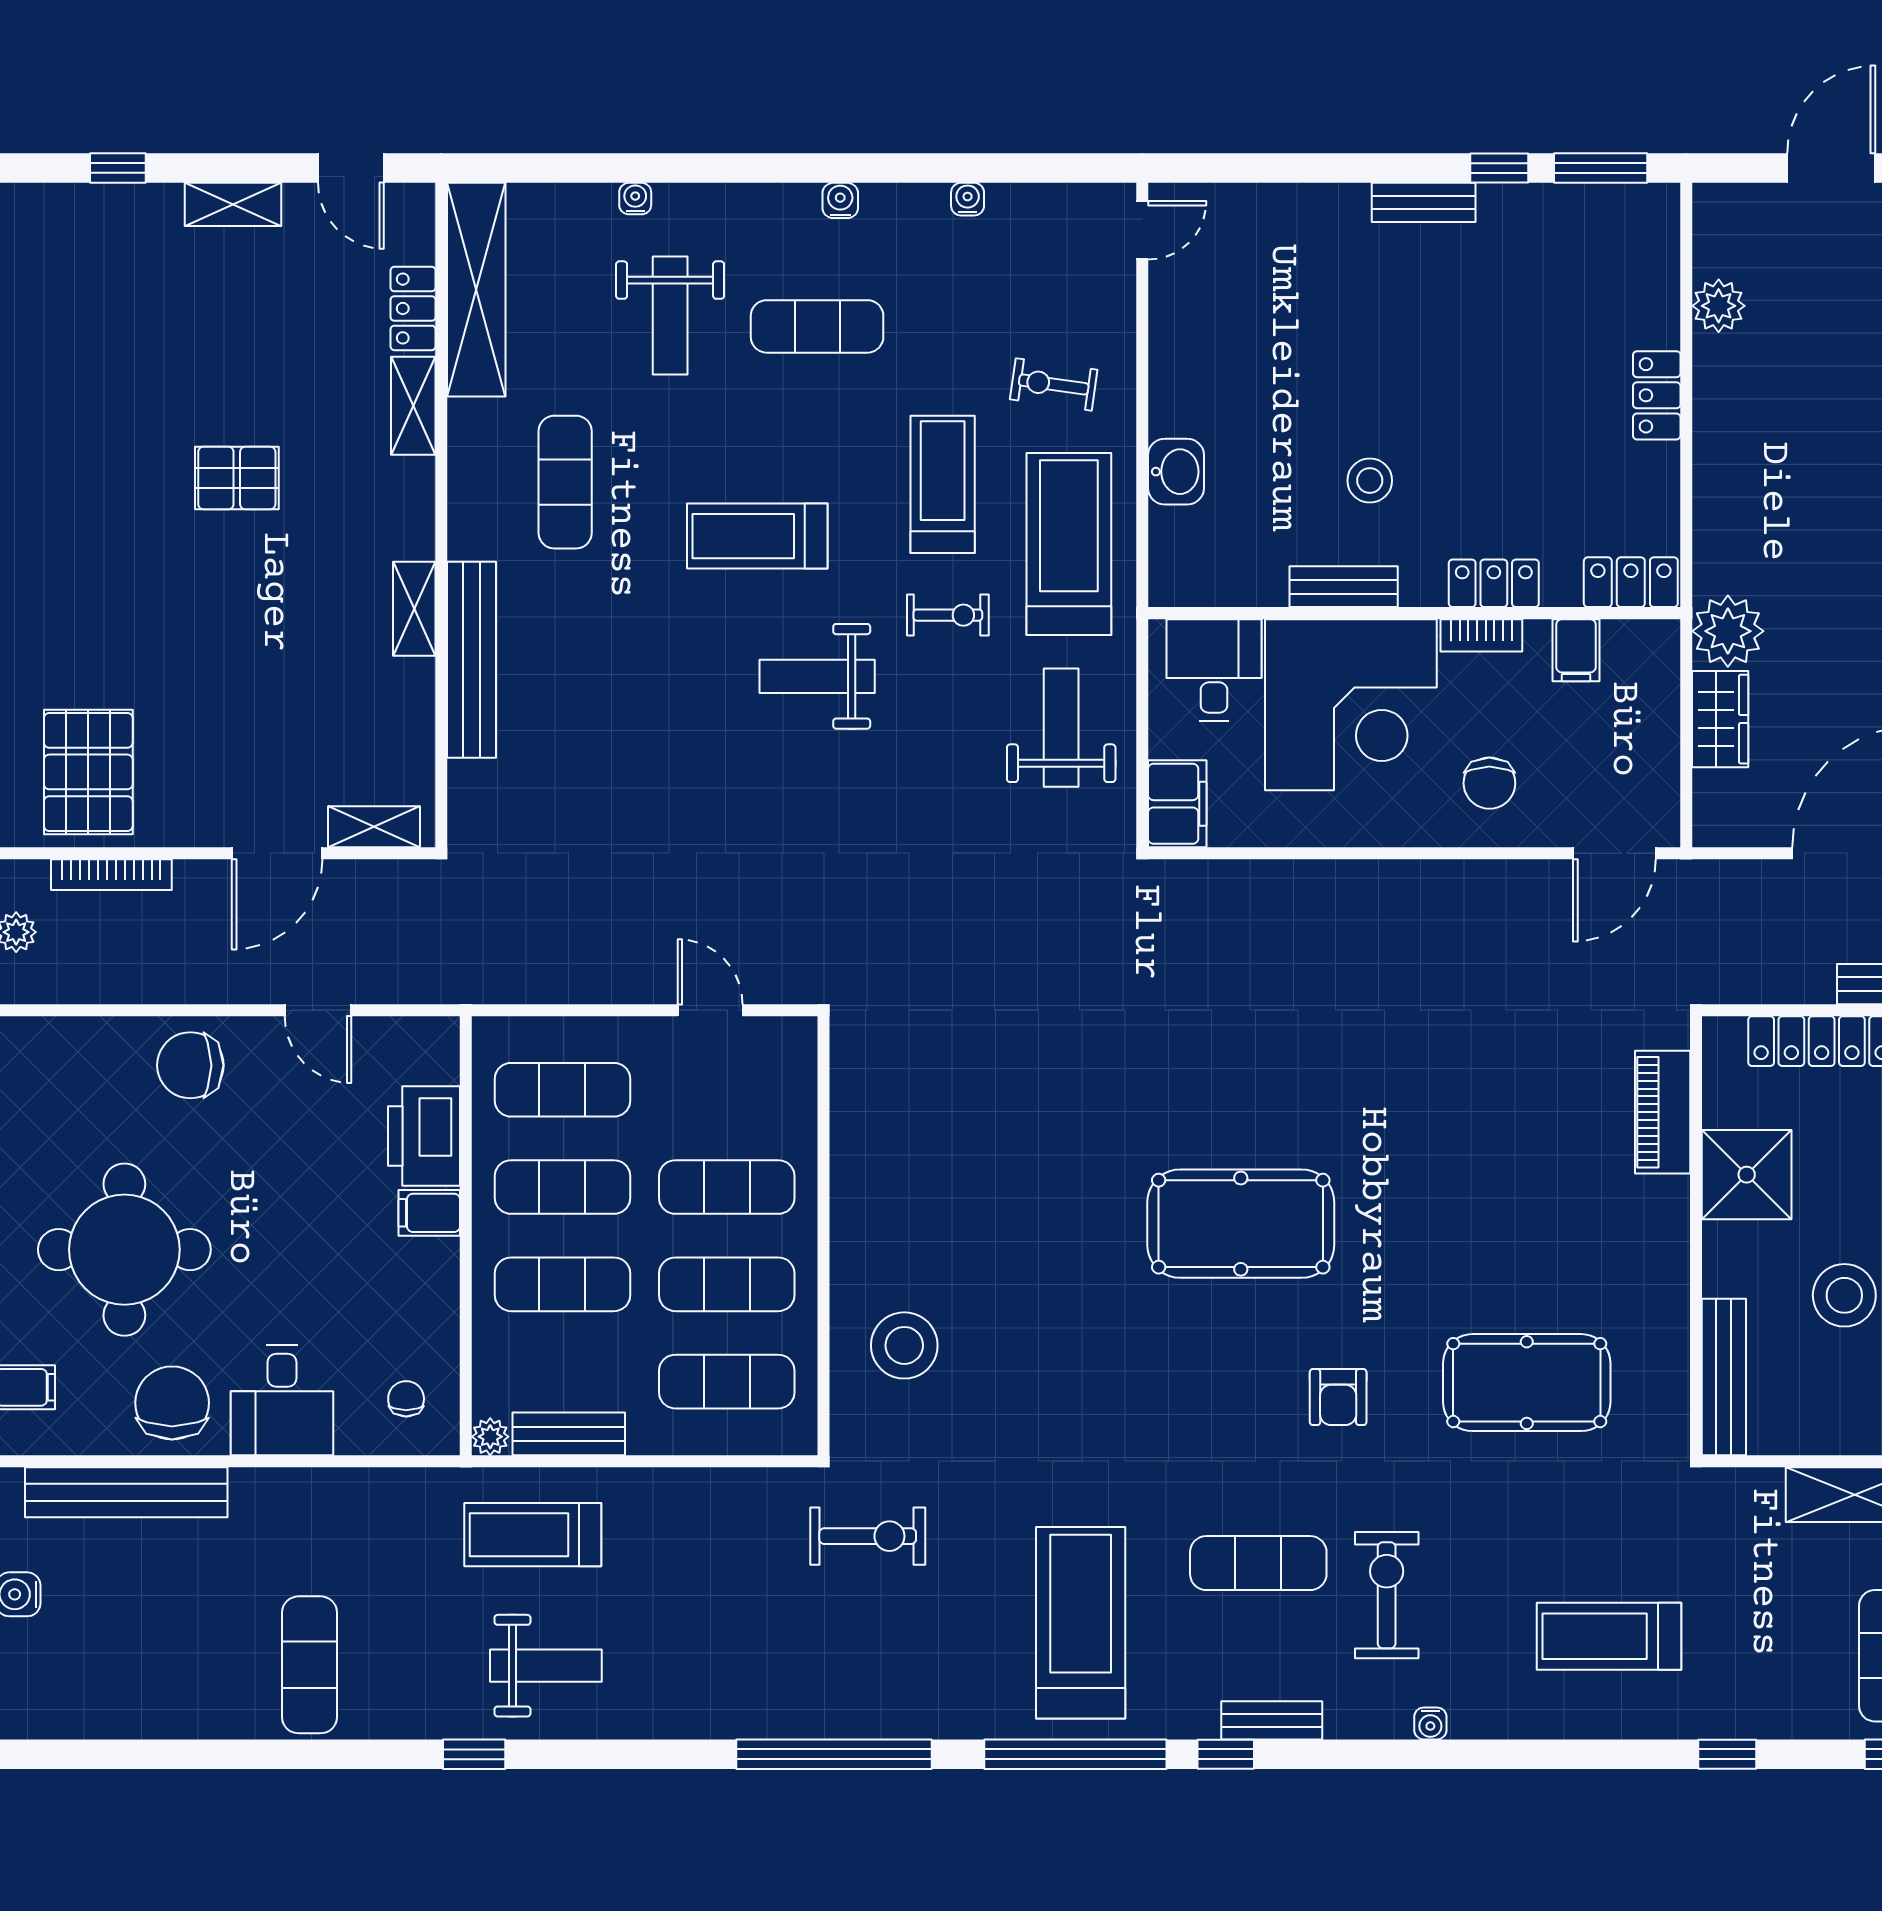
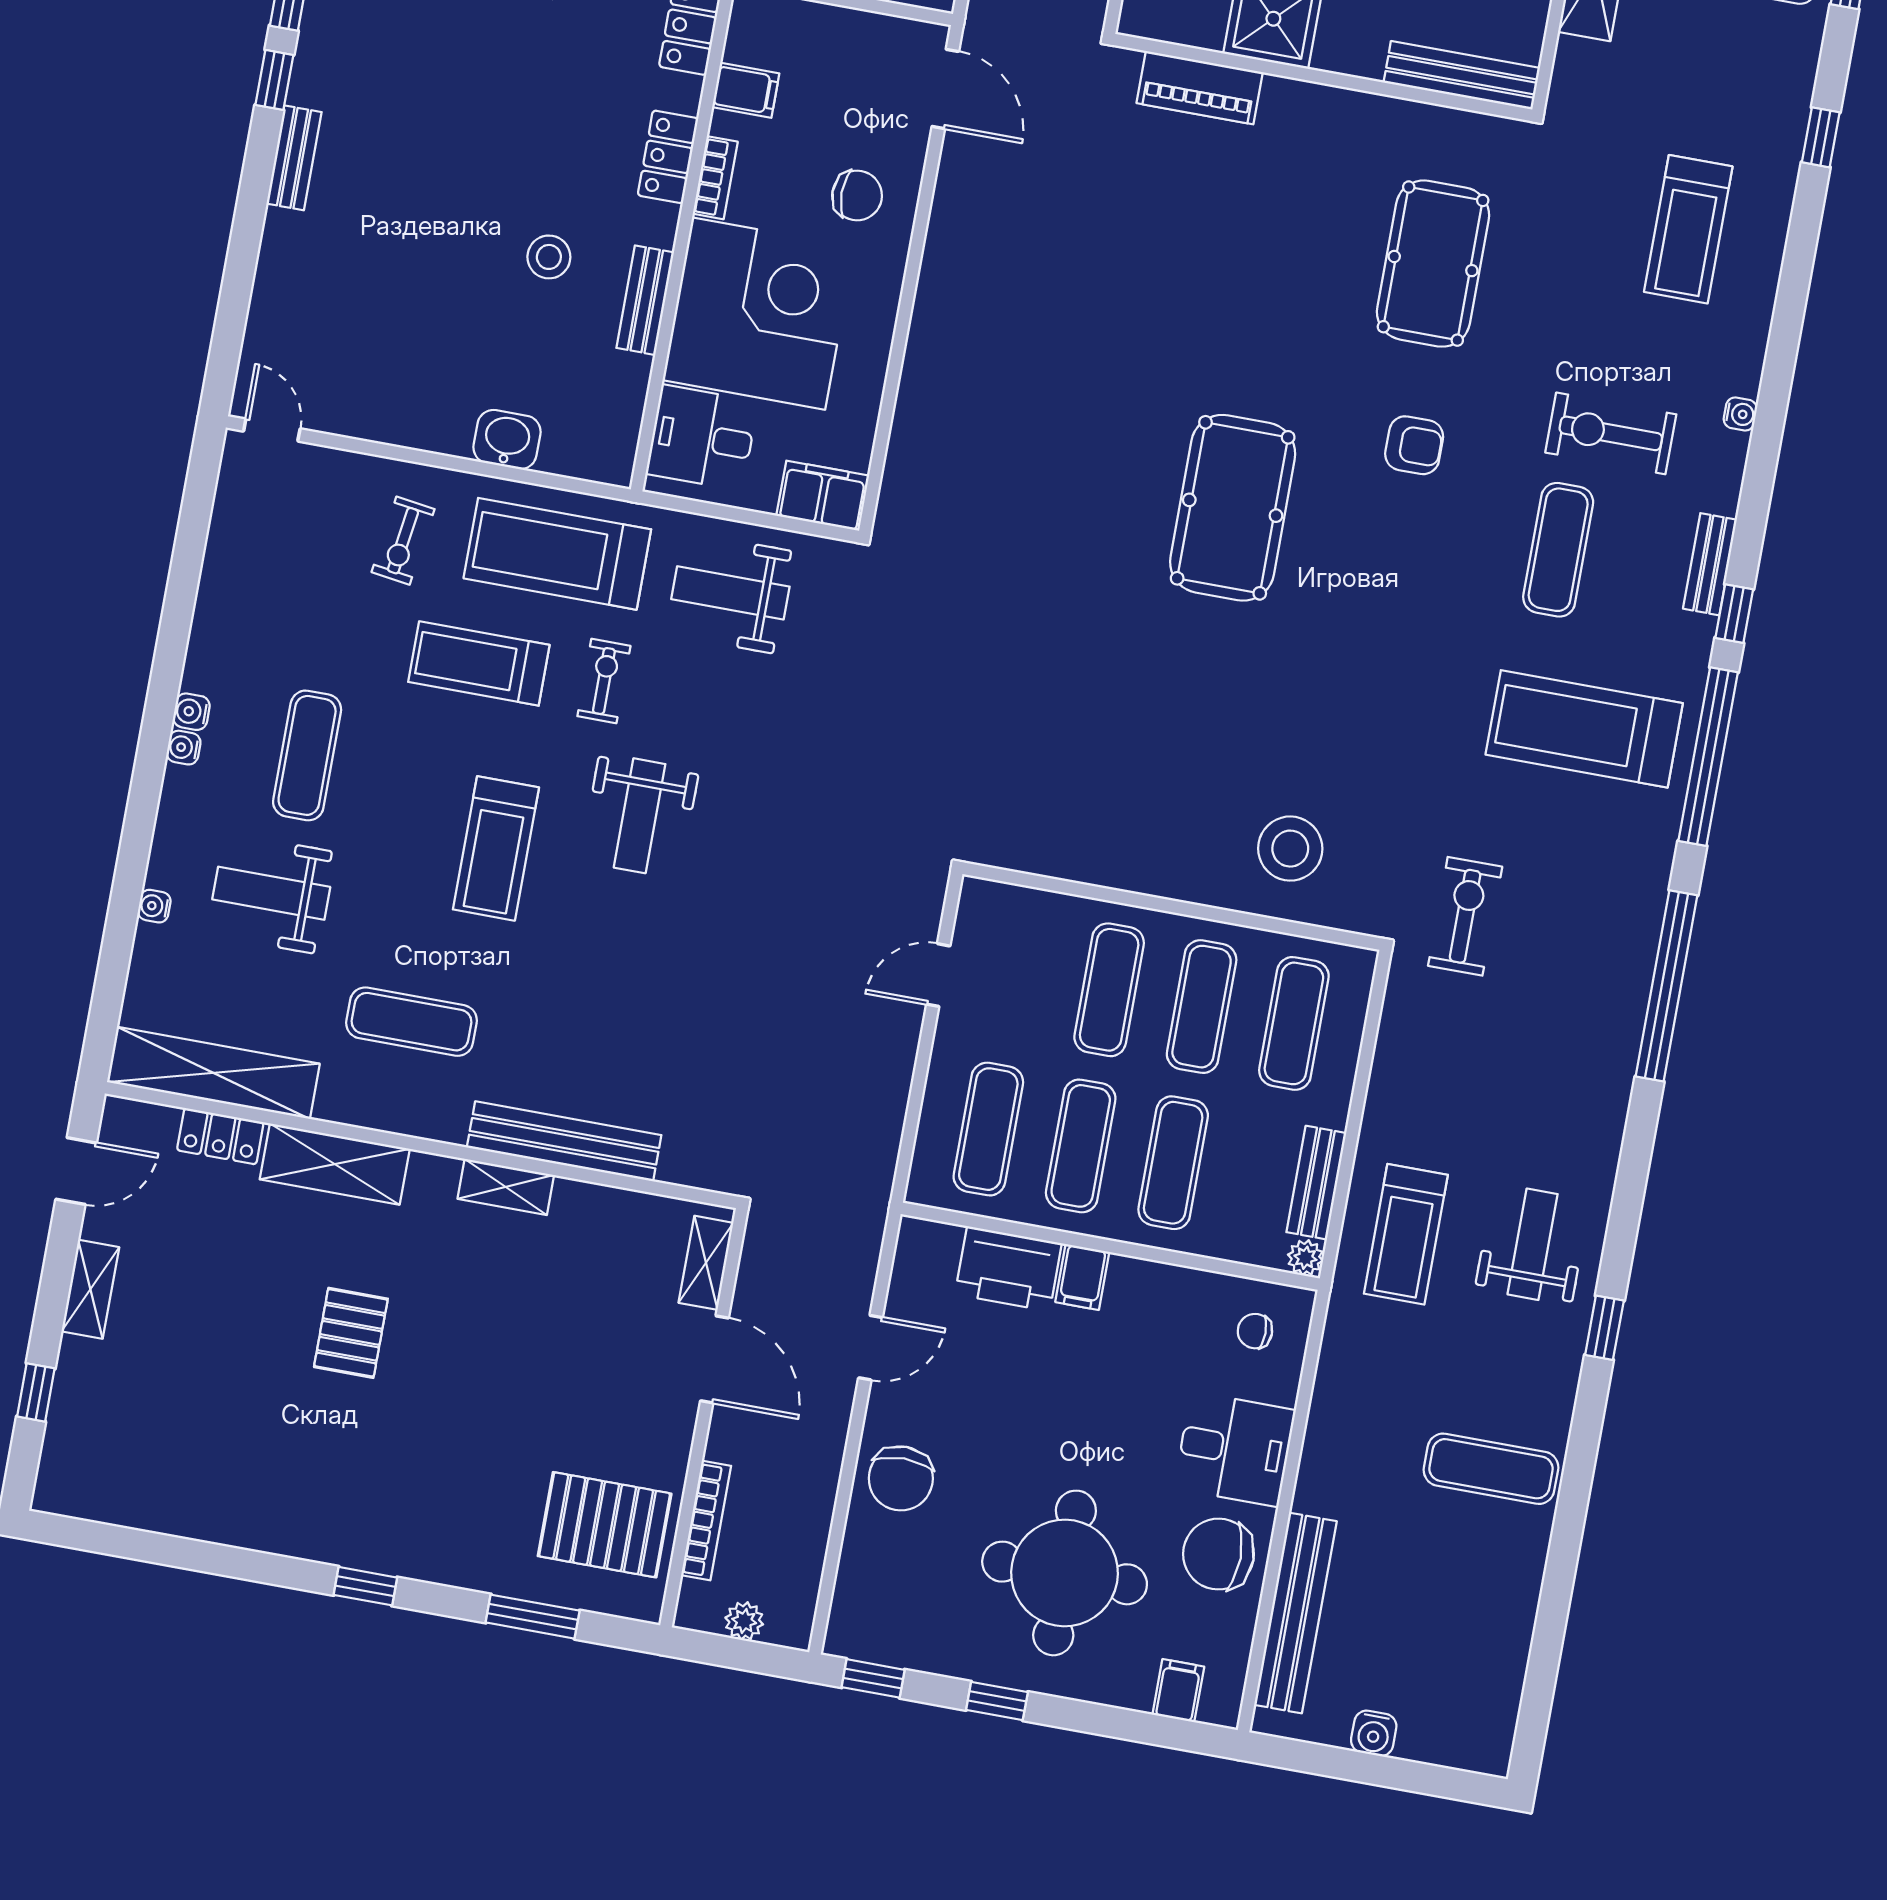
water cooler: (968, 199) -> (184, 748), moved
weight bench: (670, 315) -> (271, 893), turned 180
shelving: (413, 406) -> (335, 1164), width x1.50, depth x1.33

